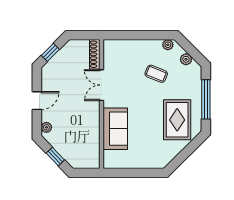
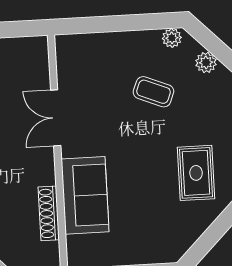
shoe rack: (95, 54) -> (49, 213), moved
rug: (177, 120) -> (196, 173), width x0.73, depth x0.70

